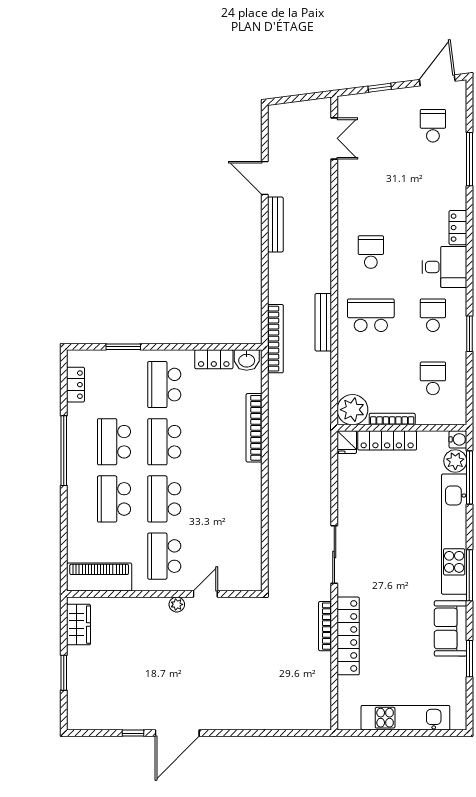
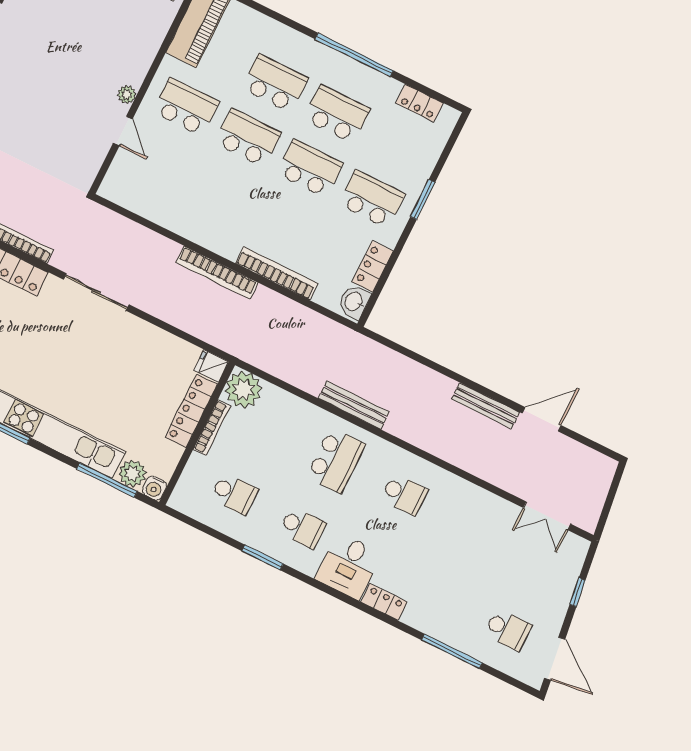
bookcase: (275, 339) -> (217, 273), moved
window: (123, 347) -> (423, 199), moved

